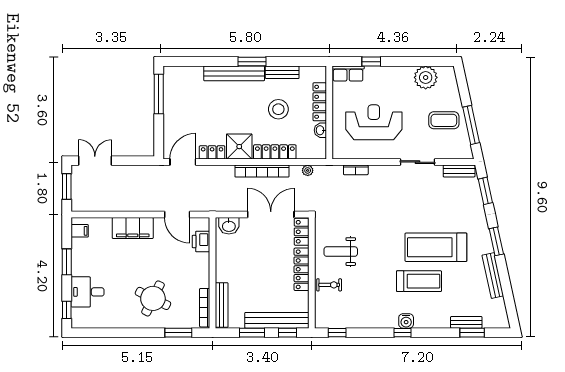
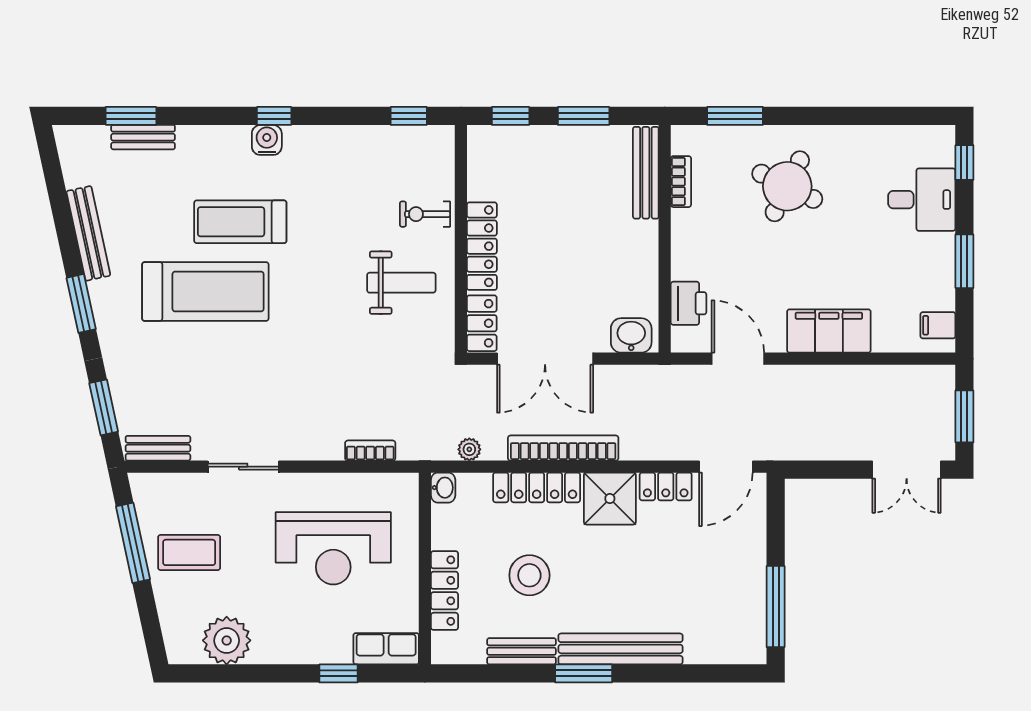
washbasin: (320, 130) -> (443, 488), moved
bookcase: (205, 308) -> (681, 182), width x0.64
bench: (277, 320) -> (533, 141), removed

